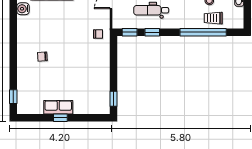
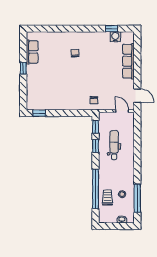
window: (13, 97) -> (112, 29), moved
row of seats: (58, 107) -> (32, 52), moved

